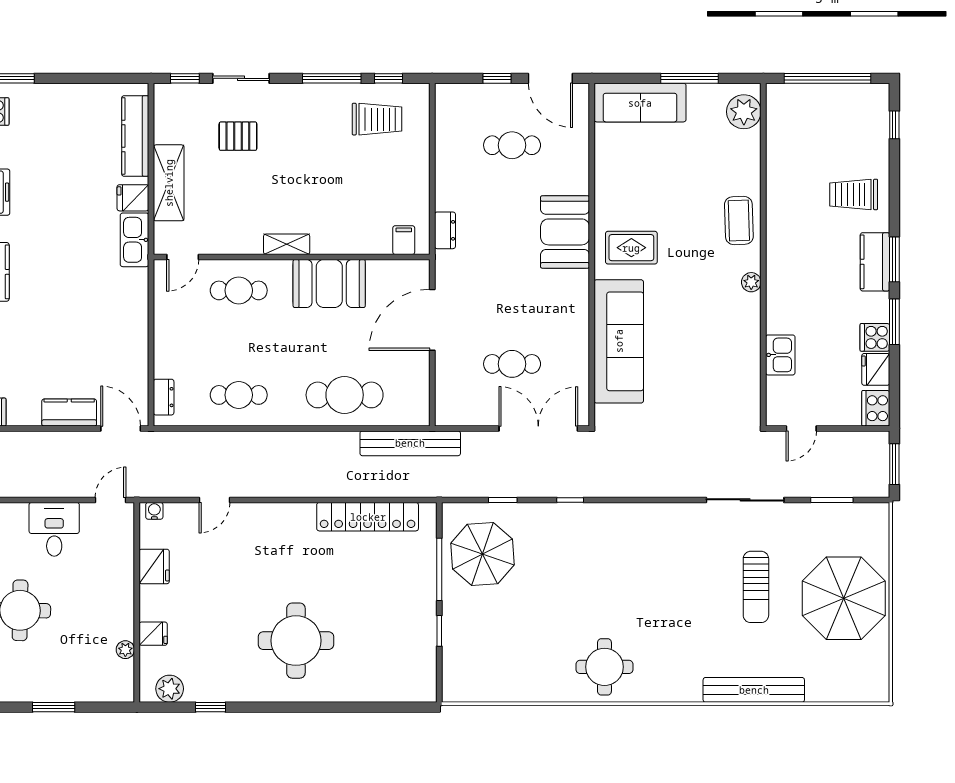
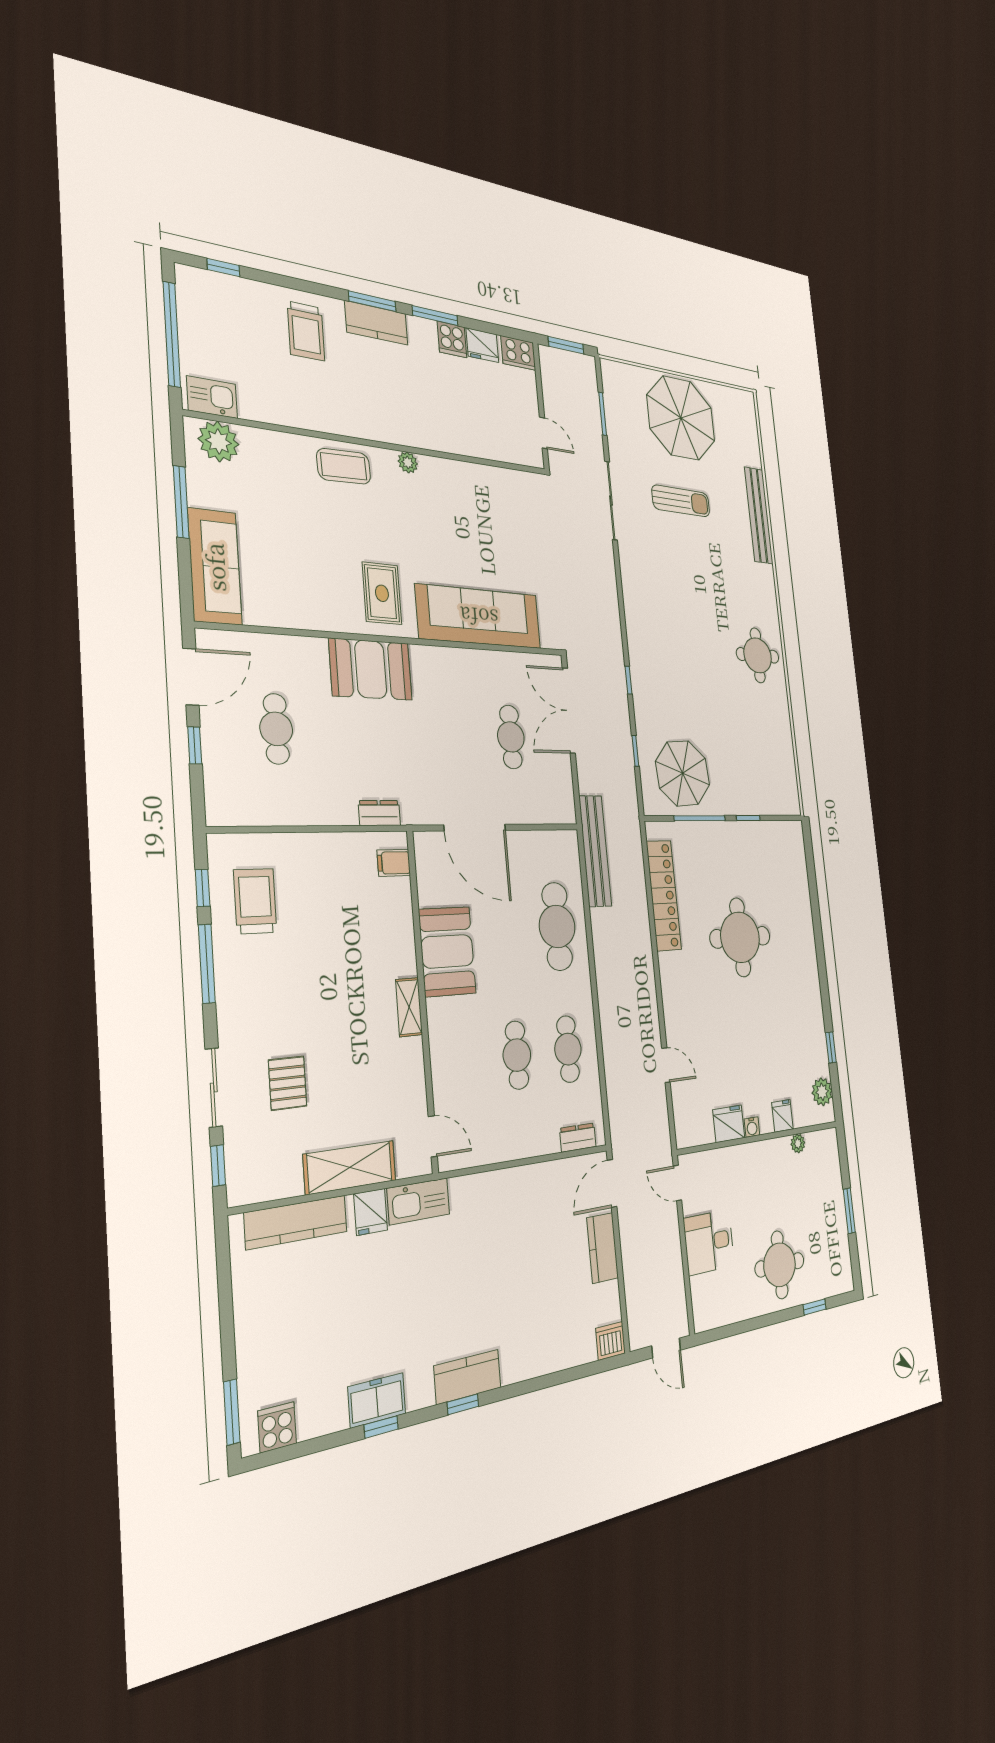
cafe table: (239, 290) -> (517, 1055), moved
kitchen sink: (780, 355) -> (212, 397), moved
water cooler: (154, 511) -> (752, 1127), moved, turned -90
round table: (296, 641) -> (740, 937), moved

